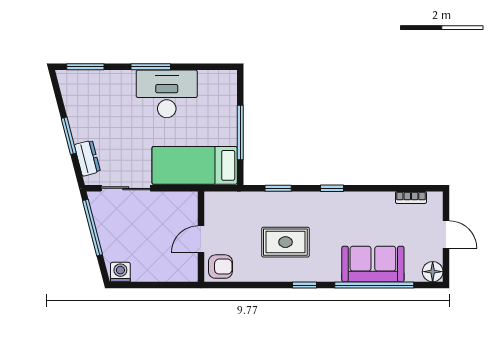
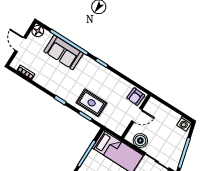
boiler: (171, 204) -> (140, 141), added
rug: (285, 242) -> (92, 103), moved
armchair: (220, 267) -> (136, 97), turned -86

